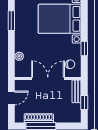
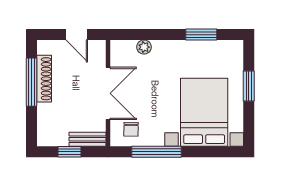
window: (84, 48) -> (156, 152), width x2.17

